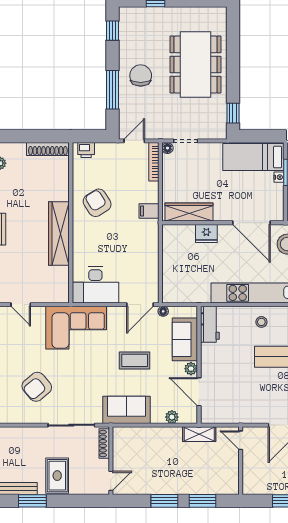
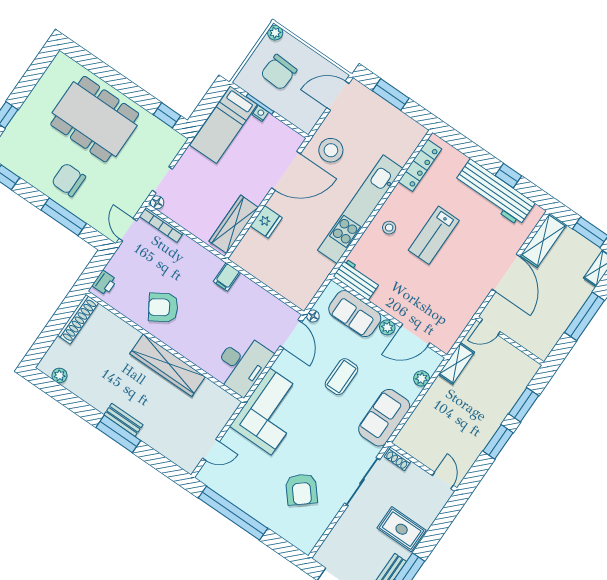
filing cabinet: (149, 211) -> (227, 277), moved
shoe rack: (104, 444) -> (398, 459), width x0.70

